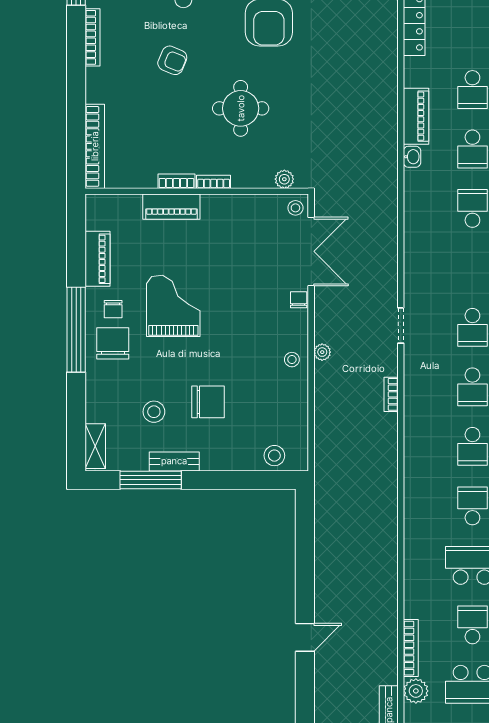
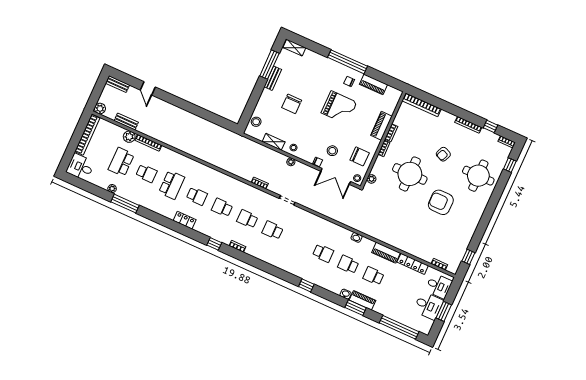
round table: (241, 108) -> (410, 174), width x1.36, depth x1.36
piano: (416, 116) -> (386, 253), moved
chair: (113, 343) -> (360, 156), moved
shelving: (298, 404) -> (274, 142), added
stool: (154, 412) -> (332, 151), moved
door: (305, 637) -> (148, 88), moved

